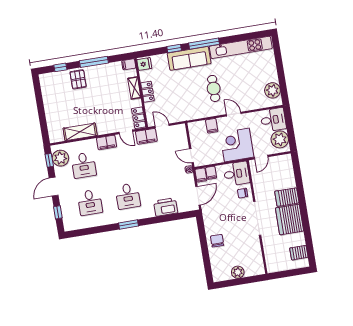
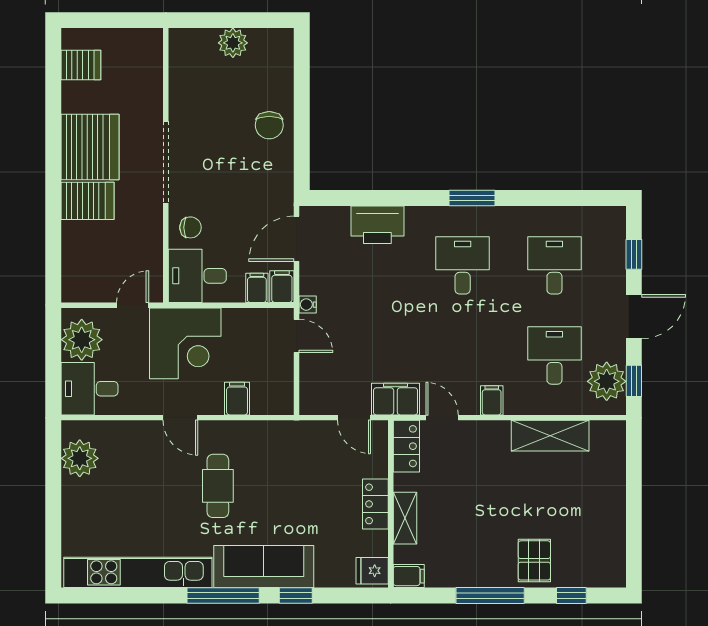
filing cabinet: (107, 142) -> (492, 400), width x0.50

